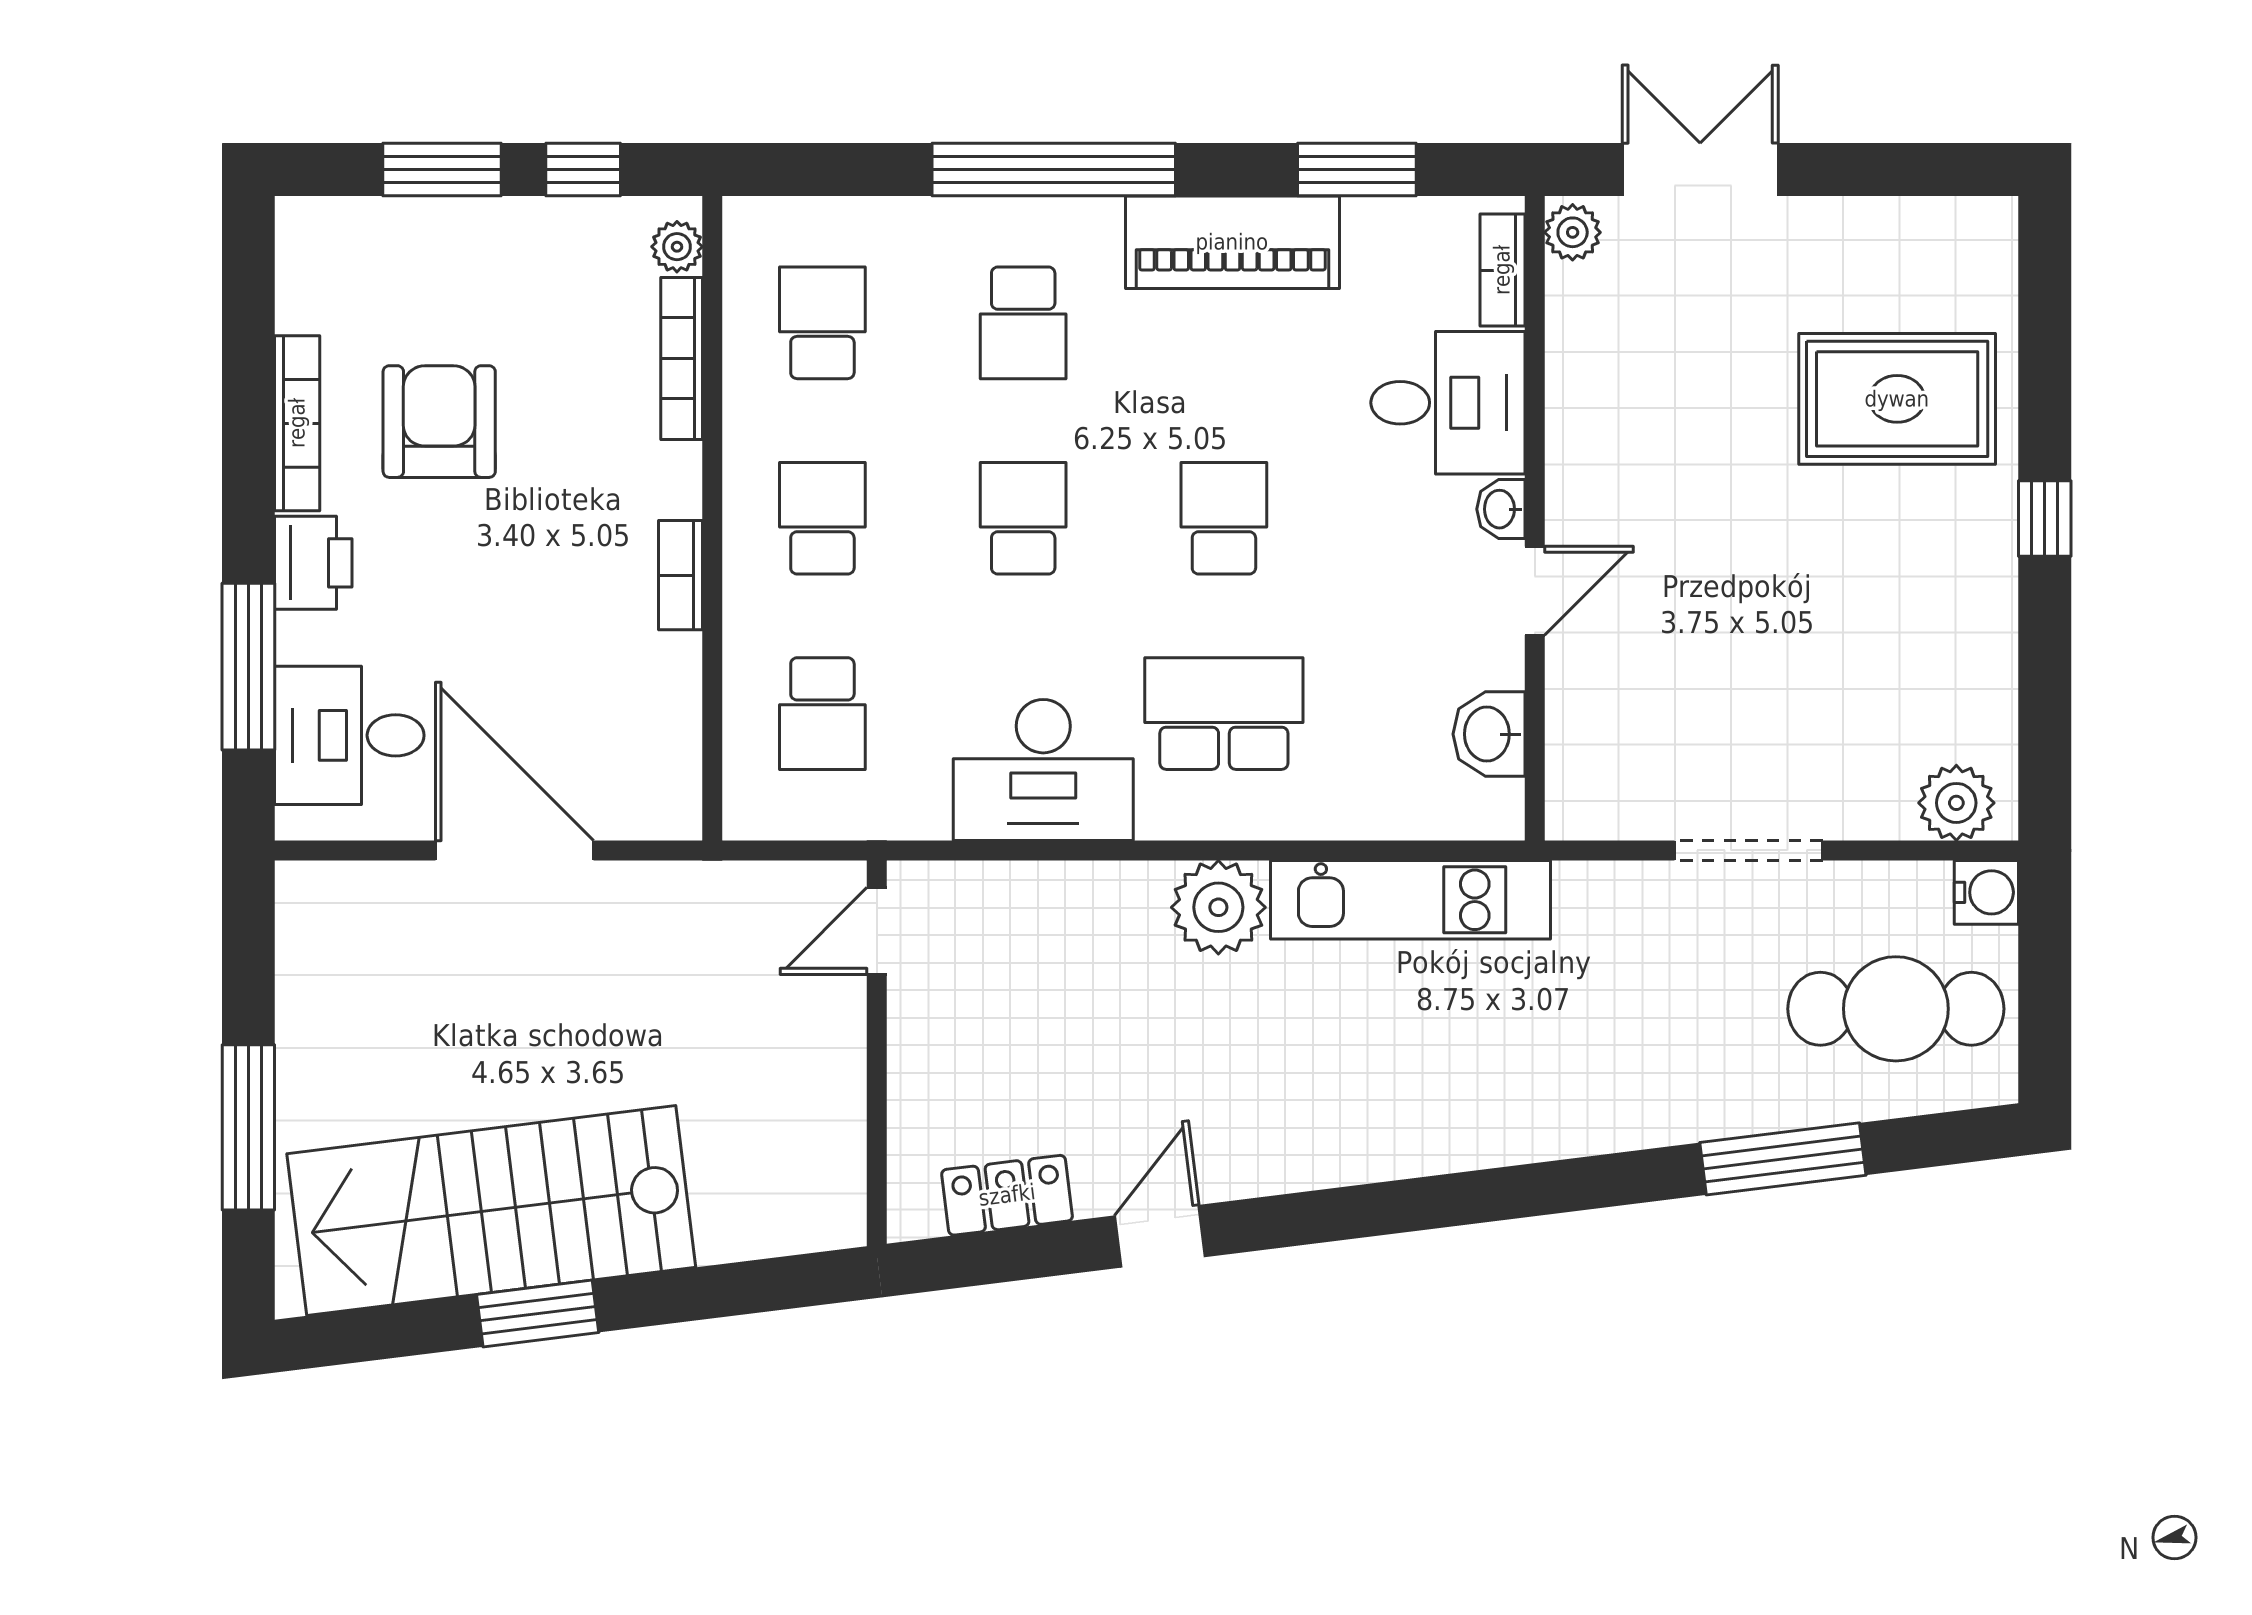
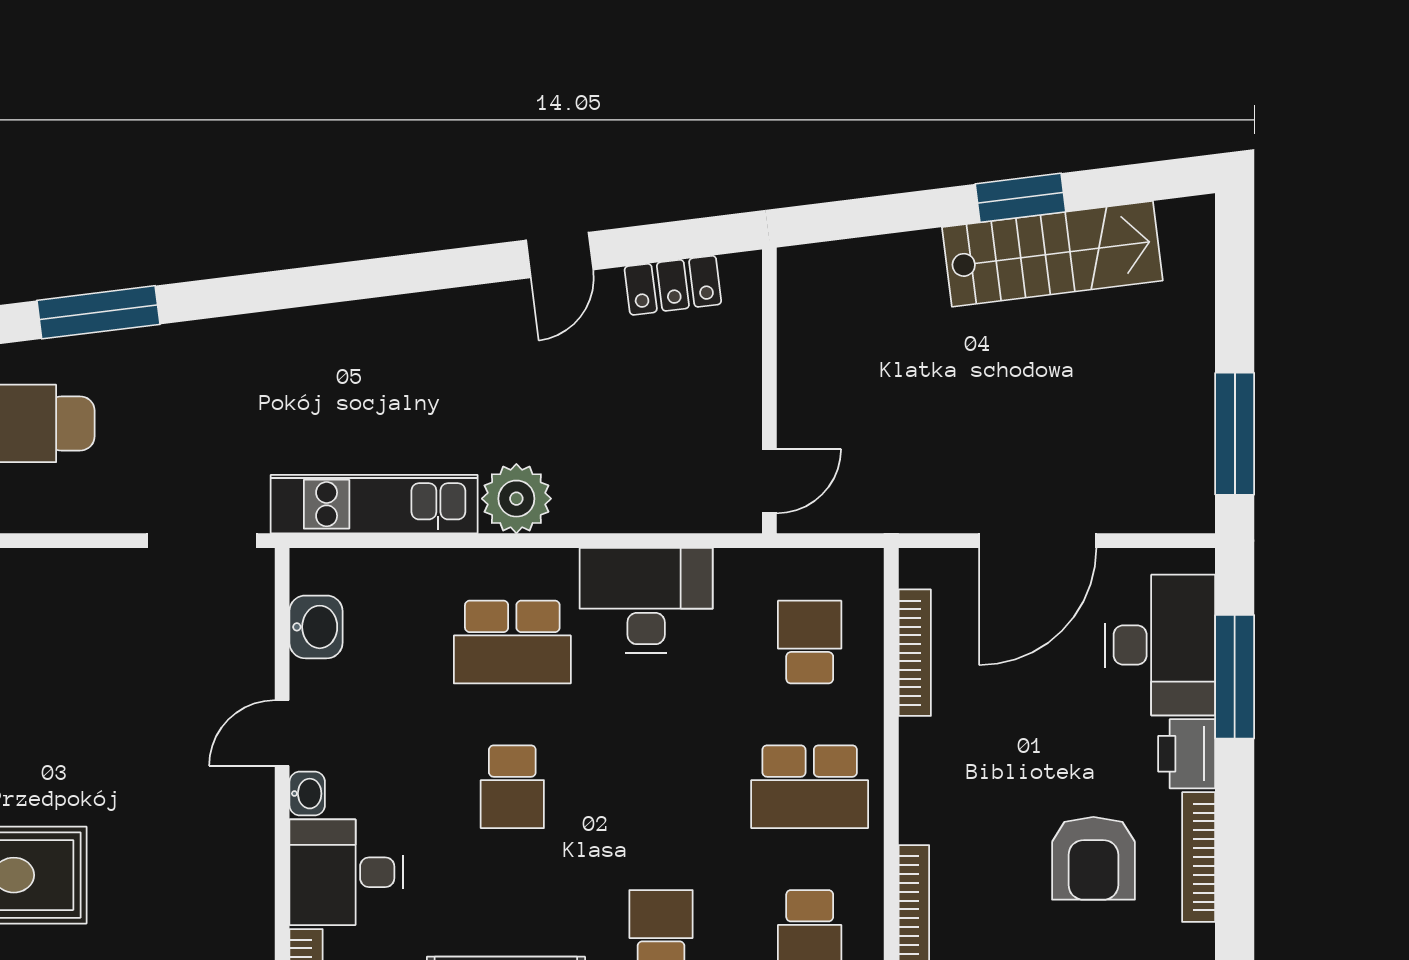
school desk: (822, 518) -> (810, 787), width x1.85
school desk: (1023, 518) -> (661, 787), removed
bookcase: (681, 575) -> (915, 653), moved, width x1.56
desk: (349, 735) -> (1160, 645), width x1.37
door: (514, 850) -> (1038, 541), hinge flipped
doorway: (1748, 850) -> (202, 541), moved
window: (248, 1127) -> (1235, 434), moved
stairs: (491, 1211) -> (1052, 254), width x0.73, depth x0.66

